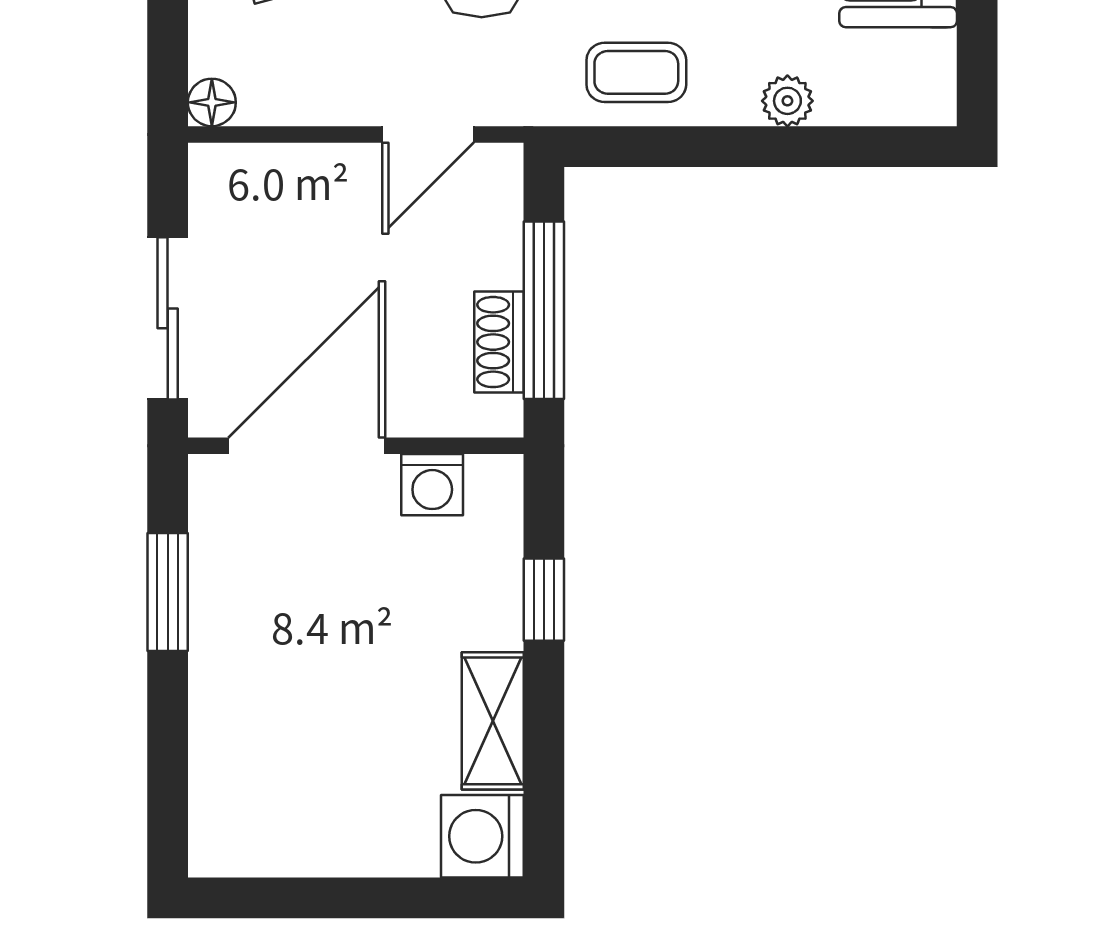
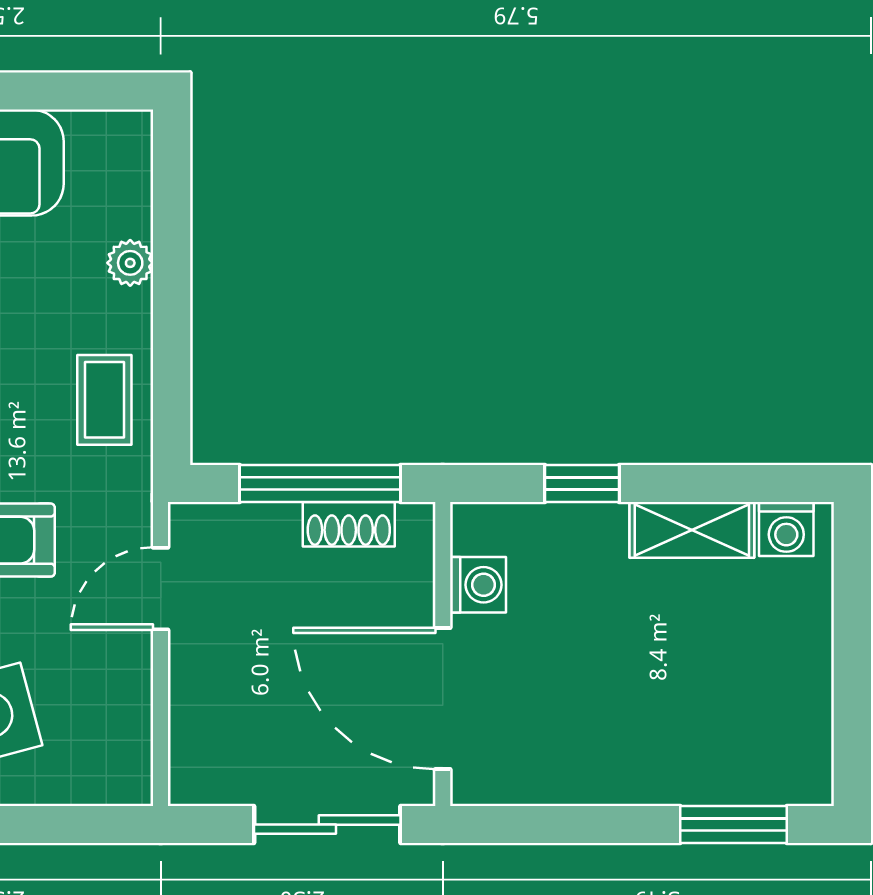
floor lamp: (212, 102) -> (132, 784), removed
door: (428, 134) -> (161, 589), swing flipped
window: (168, 592) -> (734, 825), moved
washing machine: (482, 836) -> (786, 529), width x0.73, depth x0.73

